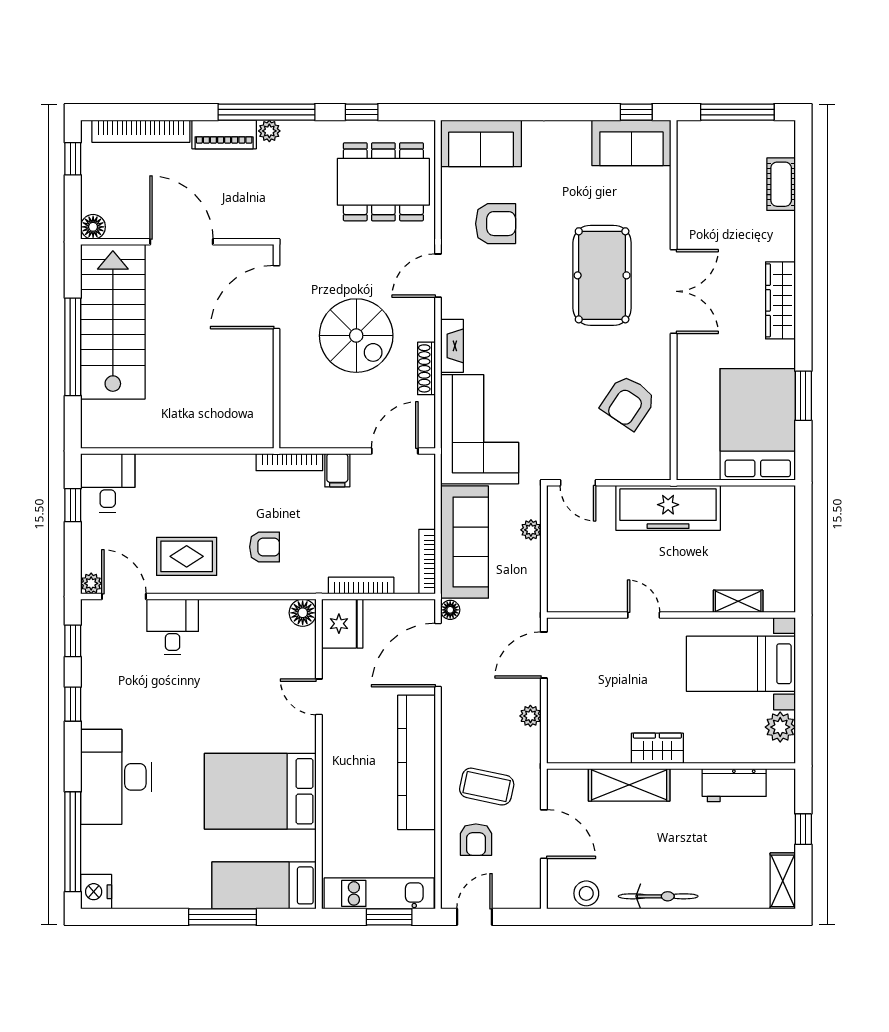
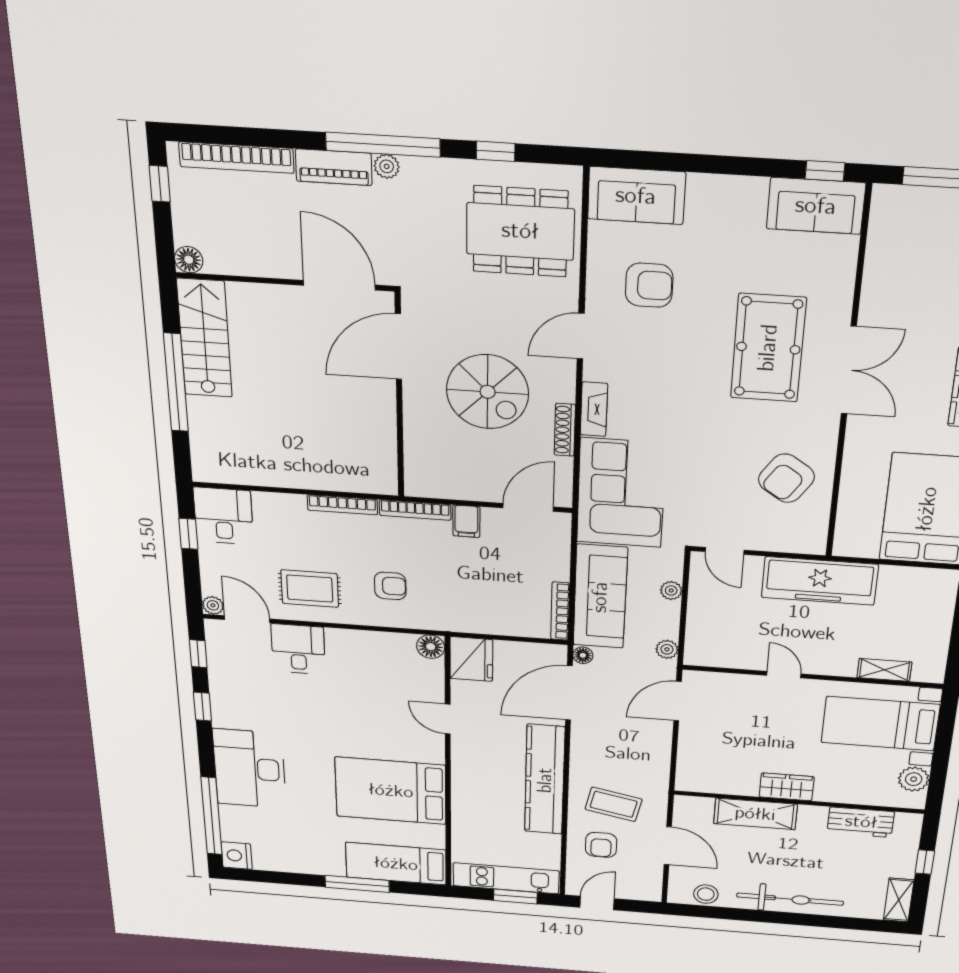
door: (182, 242) -> (339, 285), moved
stairs: (113, 322) -> (205, 338), width x0.73, depth x0.66
bookcase: (361, 586) -> (342, 505), moved, turned 180
plant: (530, 716) -> (667, 649), moved
bicycle: (658, 896) -> (790, 899), width x1.37, depth x1.40

